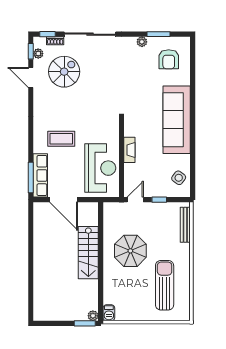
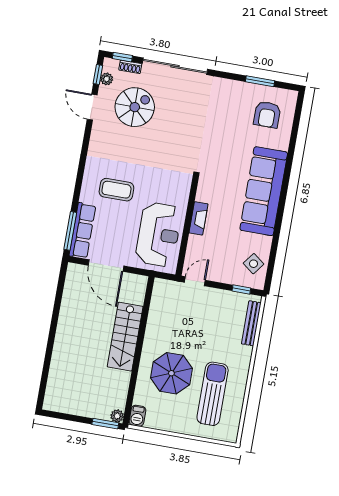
plant: (142, 42) -> (238, 87), removed
window: (159, 200) -> (241, 289), moved
parasol: (130, 251) -> (171, 373), moved

